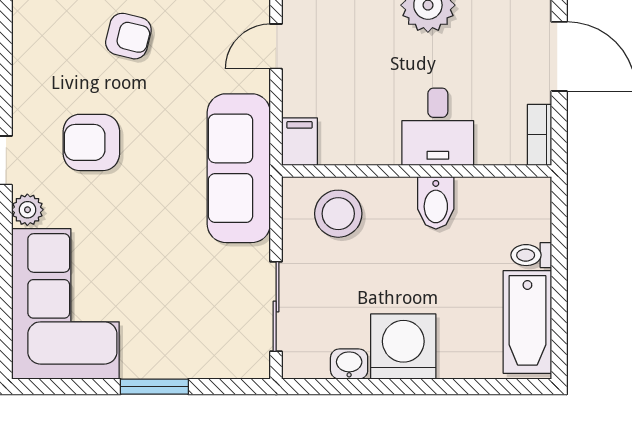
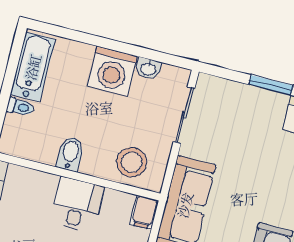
desk: (438, 127) -> (77, 205), moved

